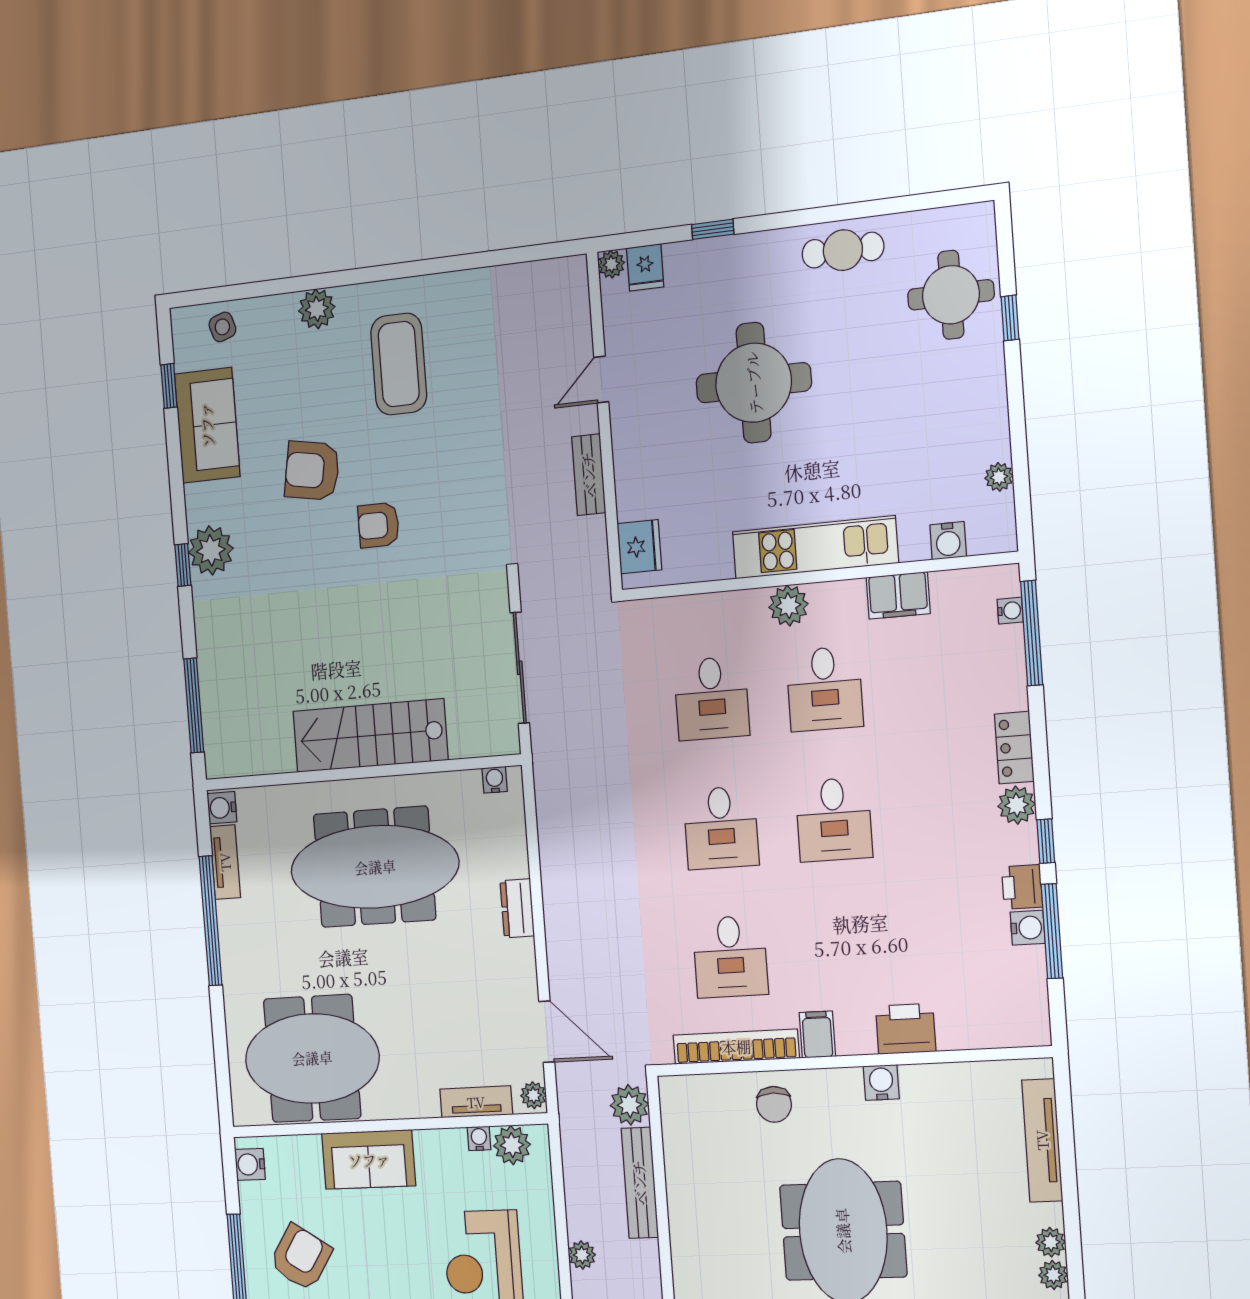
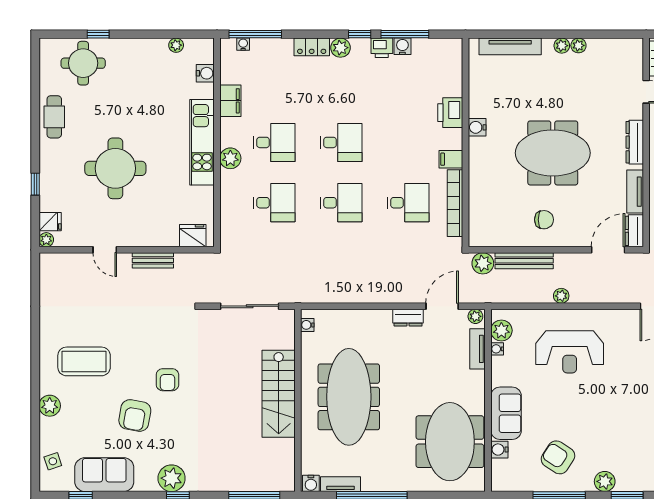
dresser: (517, 908) -> (408, 318), moved
chair: (774, 1104) -> (544, 220), moved
water cooler: (250, 1164) -> (499, 450), moved, turned 90

